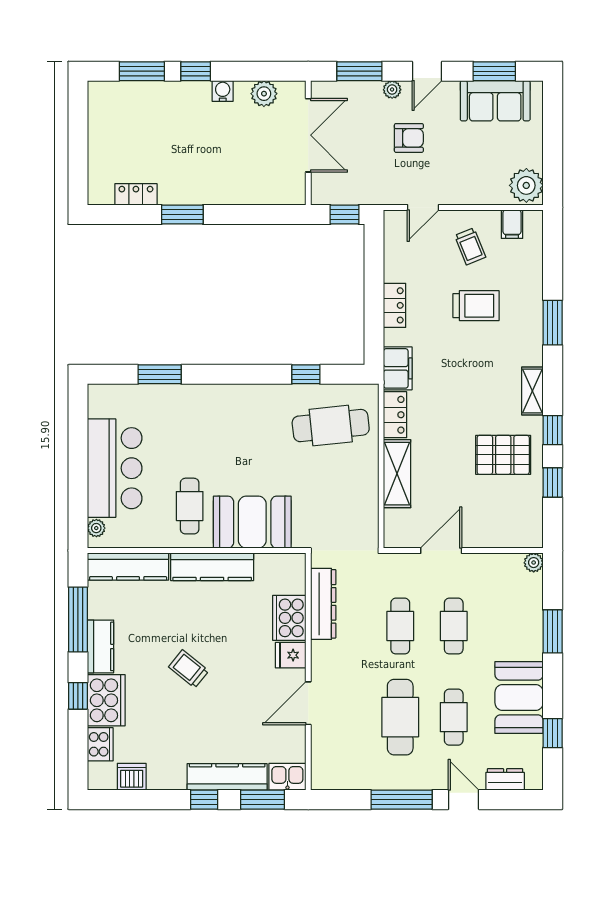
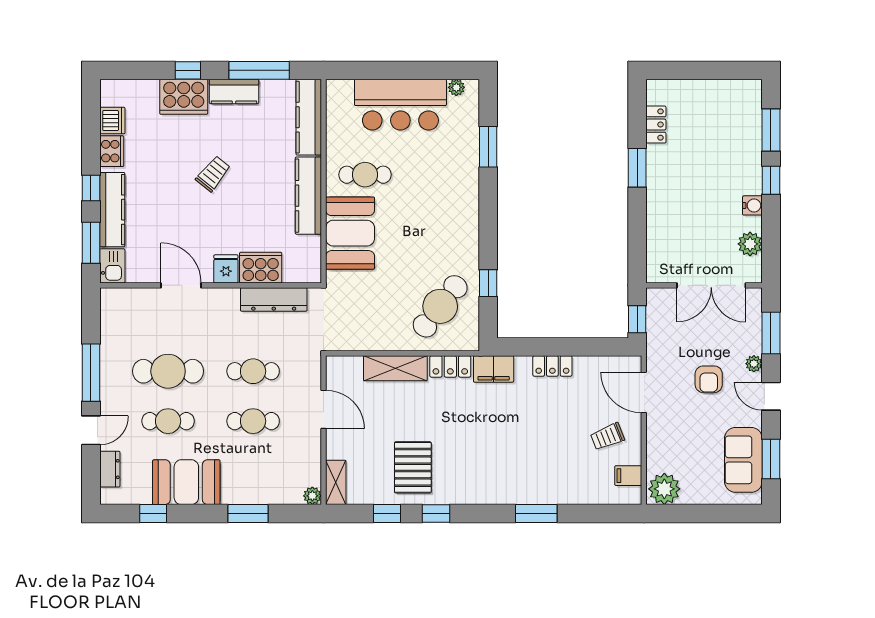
door: (423, 207) -> (644, 392), width x1.37
trolley: (476, 306) -> (552, 442), removed
shelving: (532, 391) -> (336, 482), moved, turned 90
cafe table: (331, 426) -> (440, 306), turned 44
plant: (96, 528) -> (456, 87), moved
cooker: (100, 744) -> (112, 151), moved, turned -90

